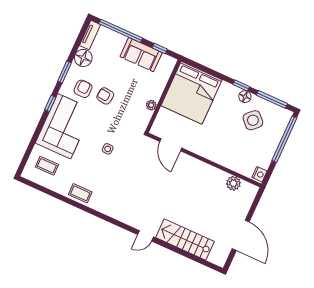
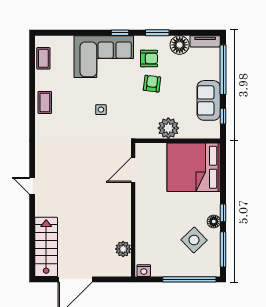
plant: (151, 105) -> (168, 128), width x1.88, depth x1.88
coffee table: (47, 166) -> (43, 58), moved
stairs: (185, 239) -> (46, 247), moved

